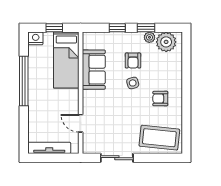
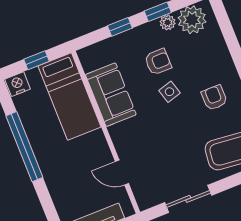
armchair: (133, 60) -> (158, 62), turned -90
armchair: (160, 99) -> (214, 98), turned 90

